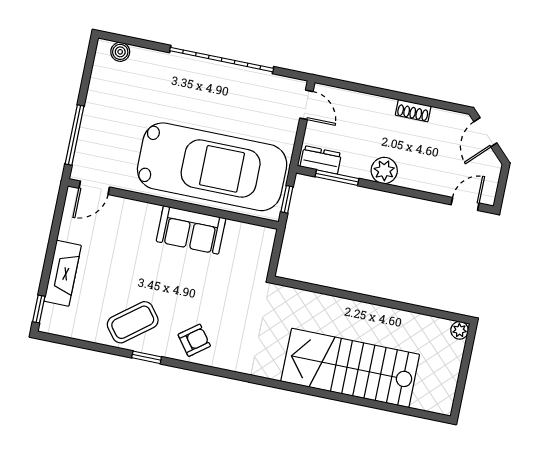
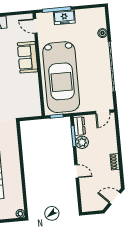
boiler: (120, 52) -> (103, 33), moved
freezer: (94, 124) -> (64, 17), added
plant: (384, 171) -> (82, 142), moved
door: (465, 204) -> (77, 171), moved
sofa: (191, 230) -> (28, 57), moved

